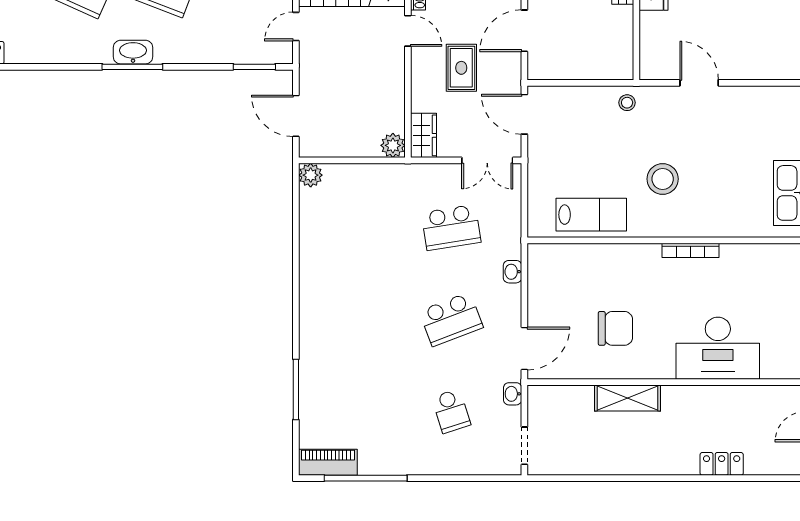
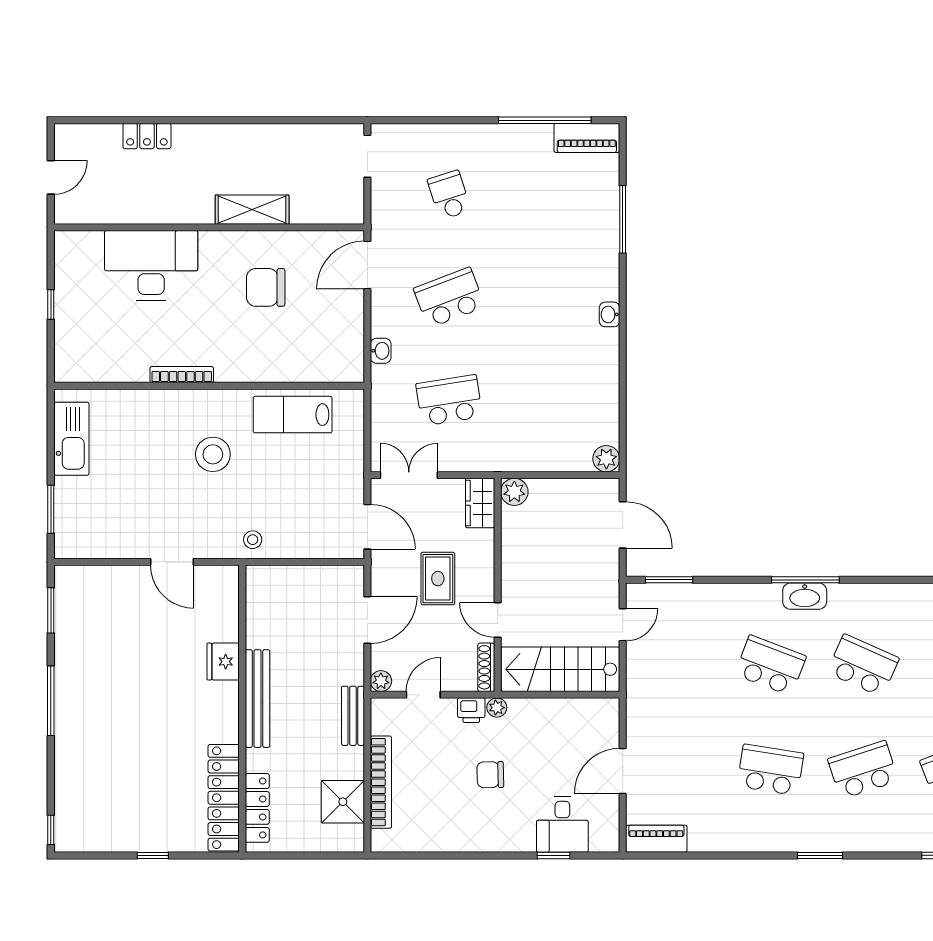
washbasin: (513, 394) -> (609, 314), moved, turned 180

